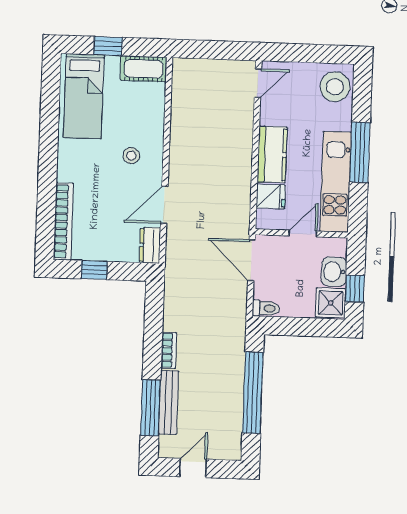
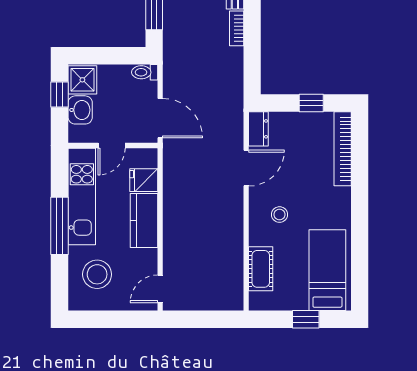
cot: (144, 69) -> (261, 269), moved, turned 90
stool: (335, 87) -> (97, 274), moved

